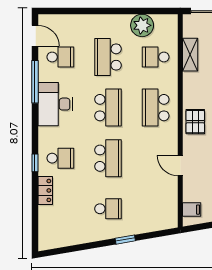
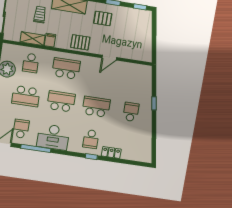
school desk: (156, 108) -> (66, 68), turned 180
school desk: (60, 158) -> (91, 139), turned 180
filing cabinet: (192, 210) -> (50, 40), moved

